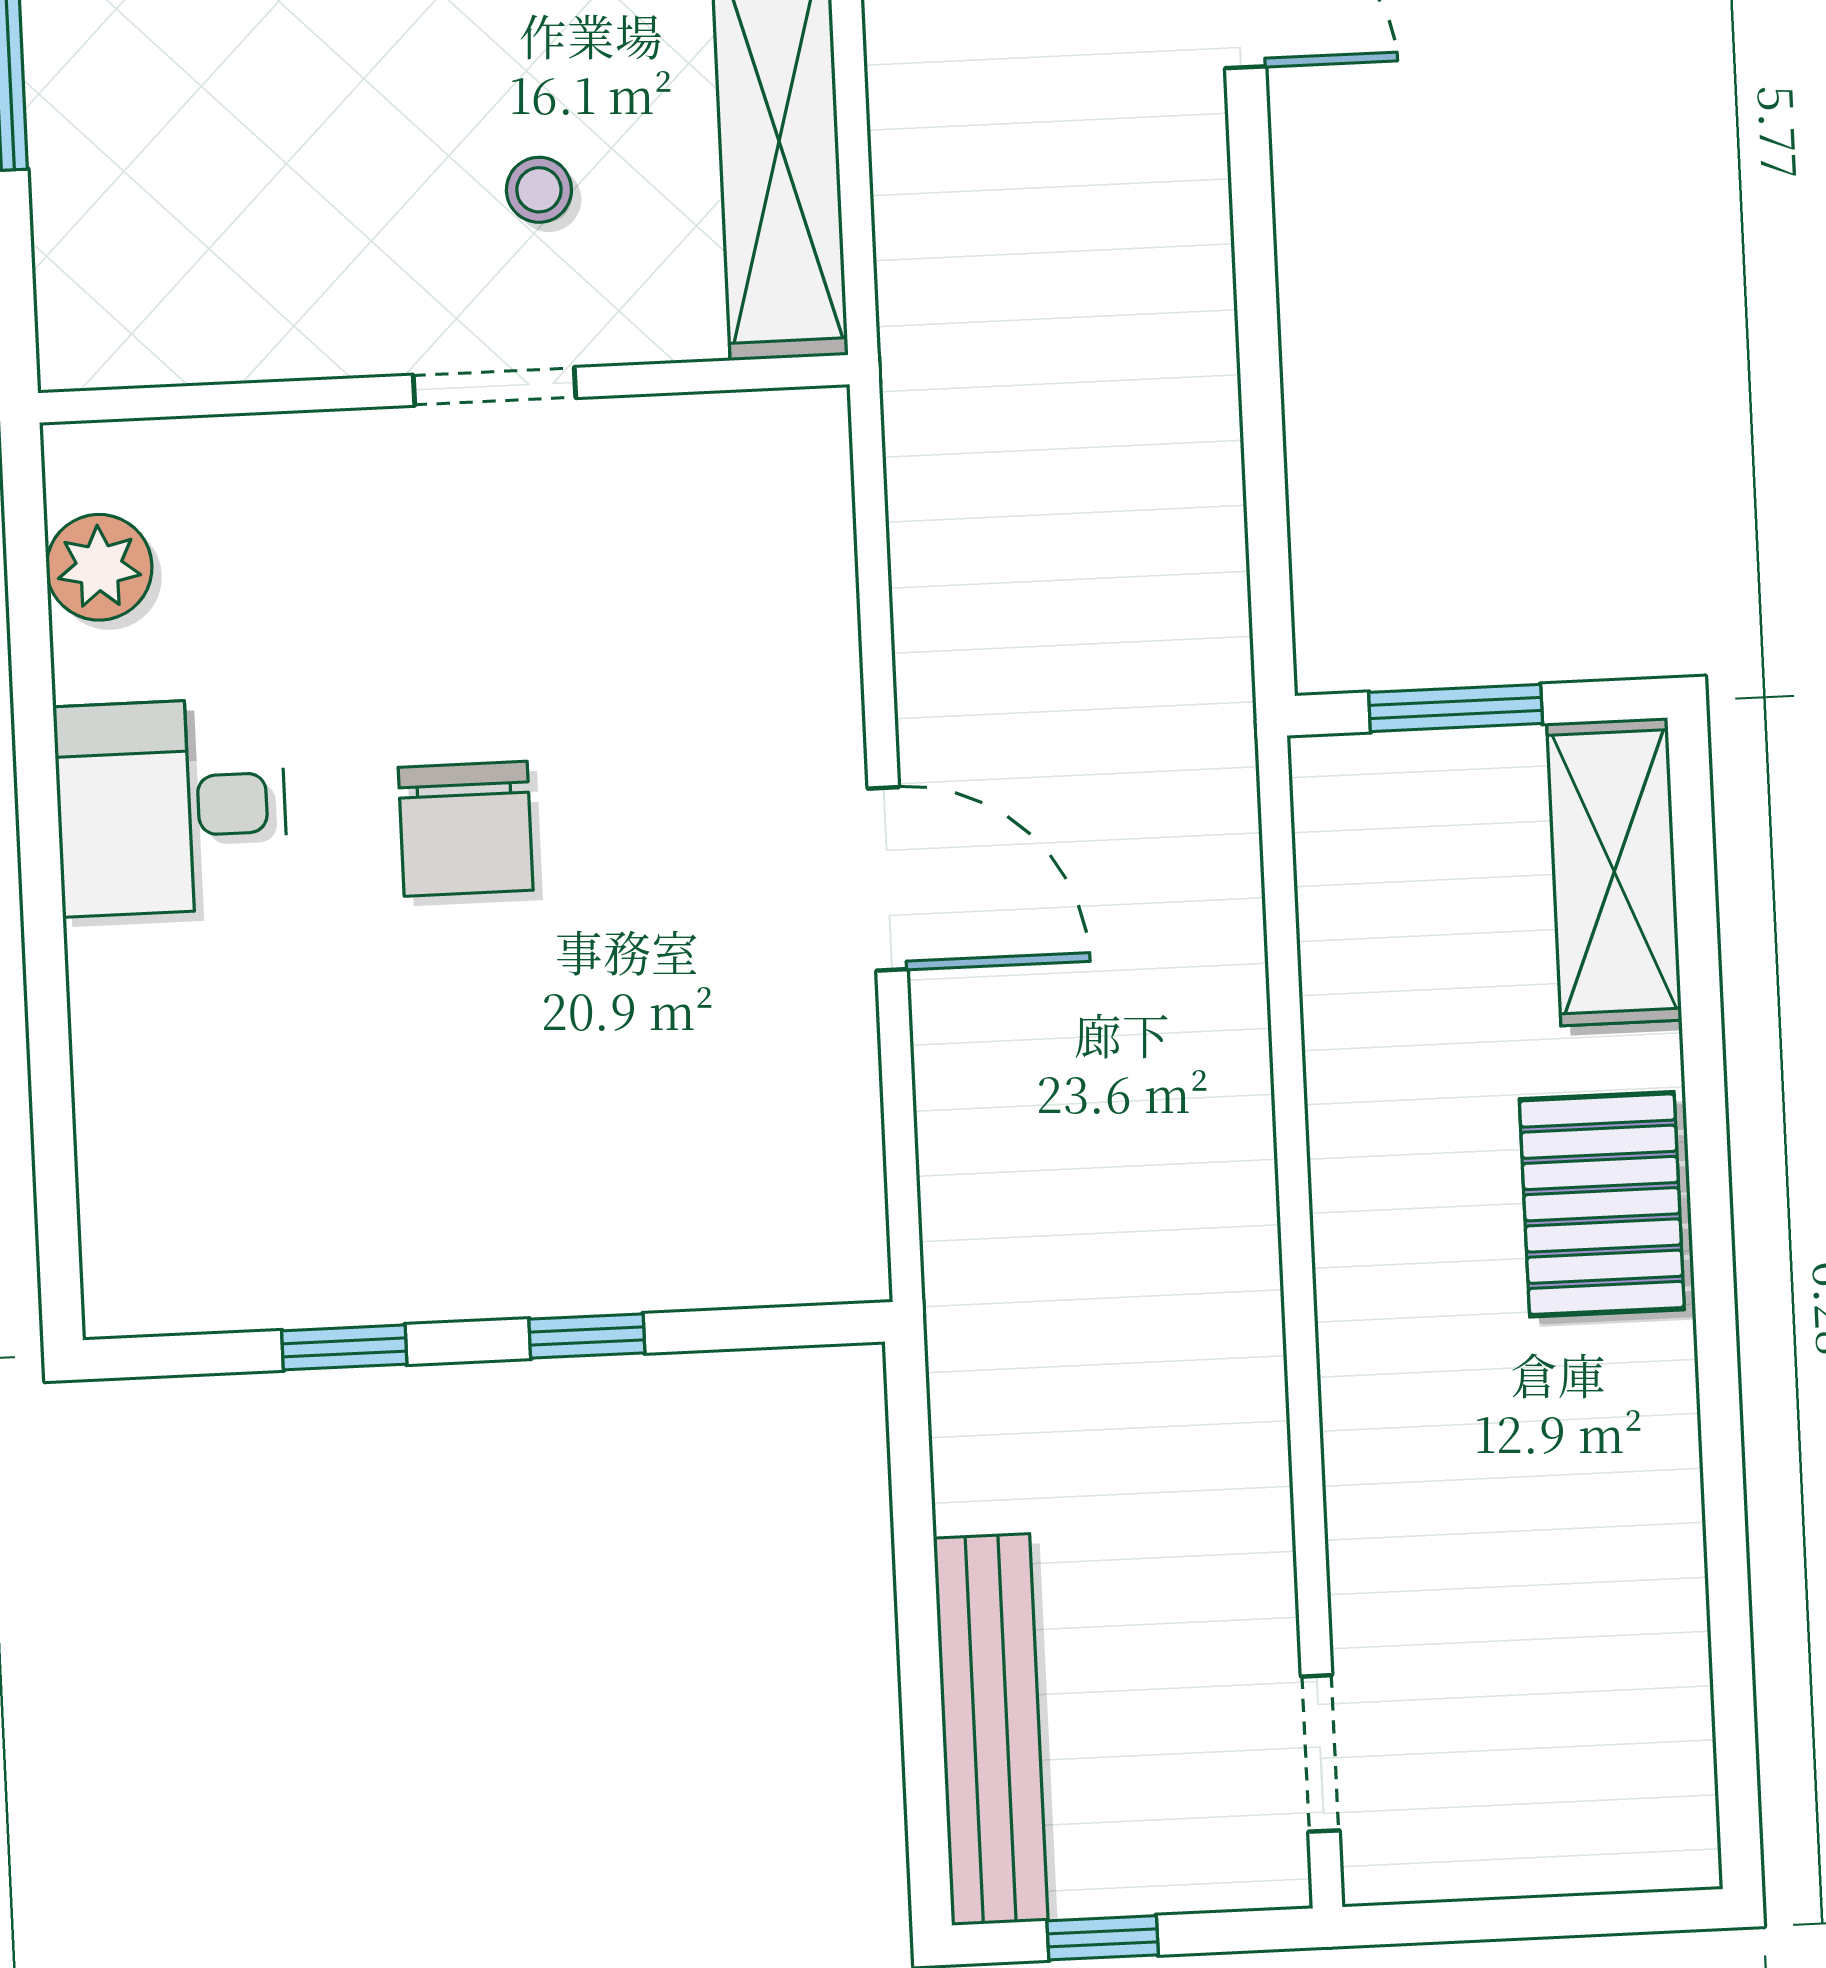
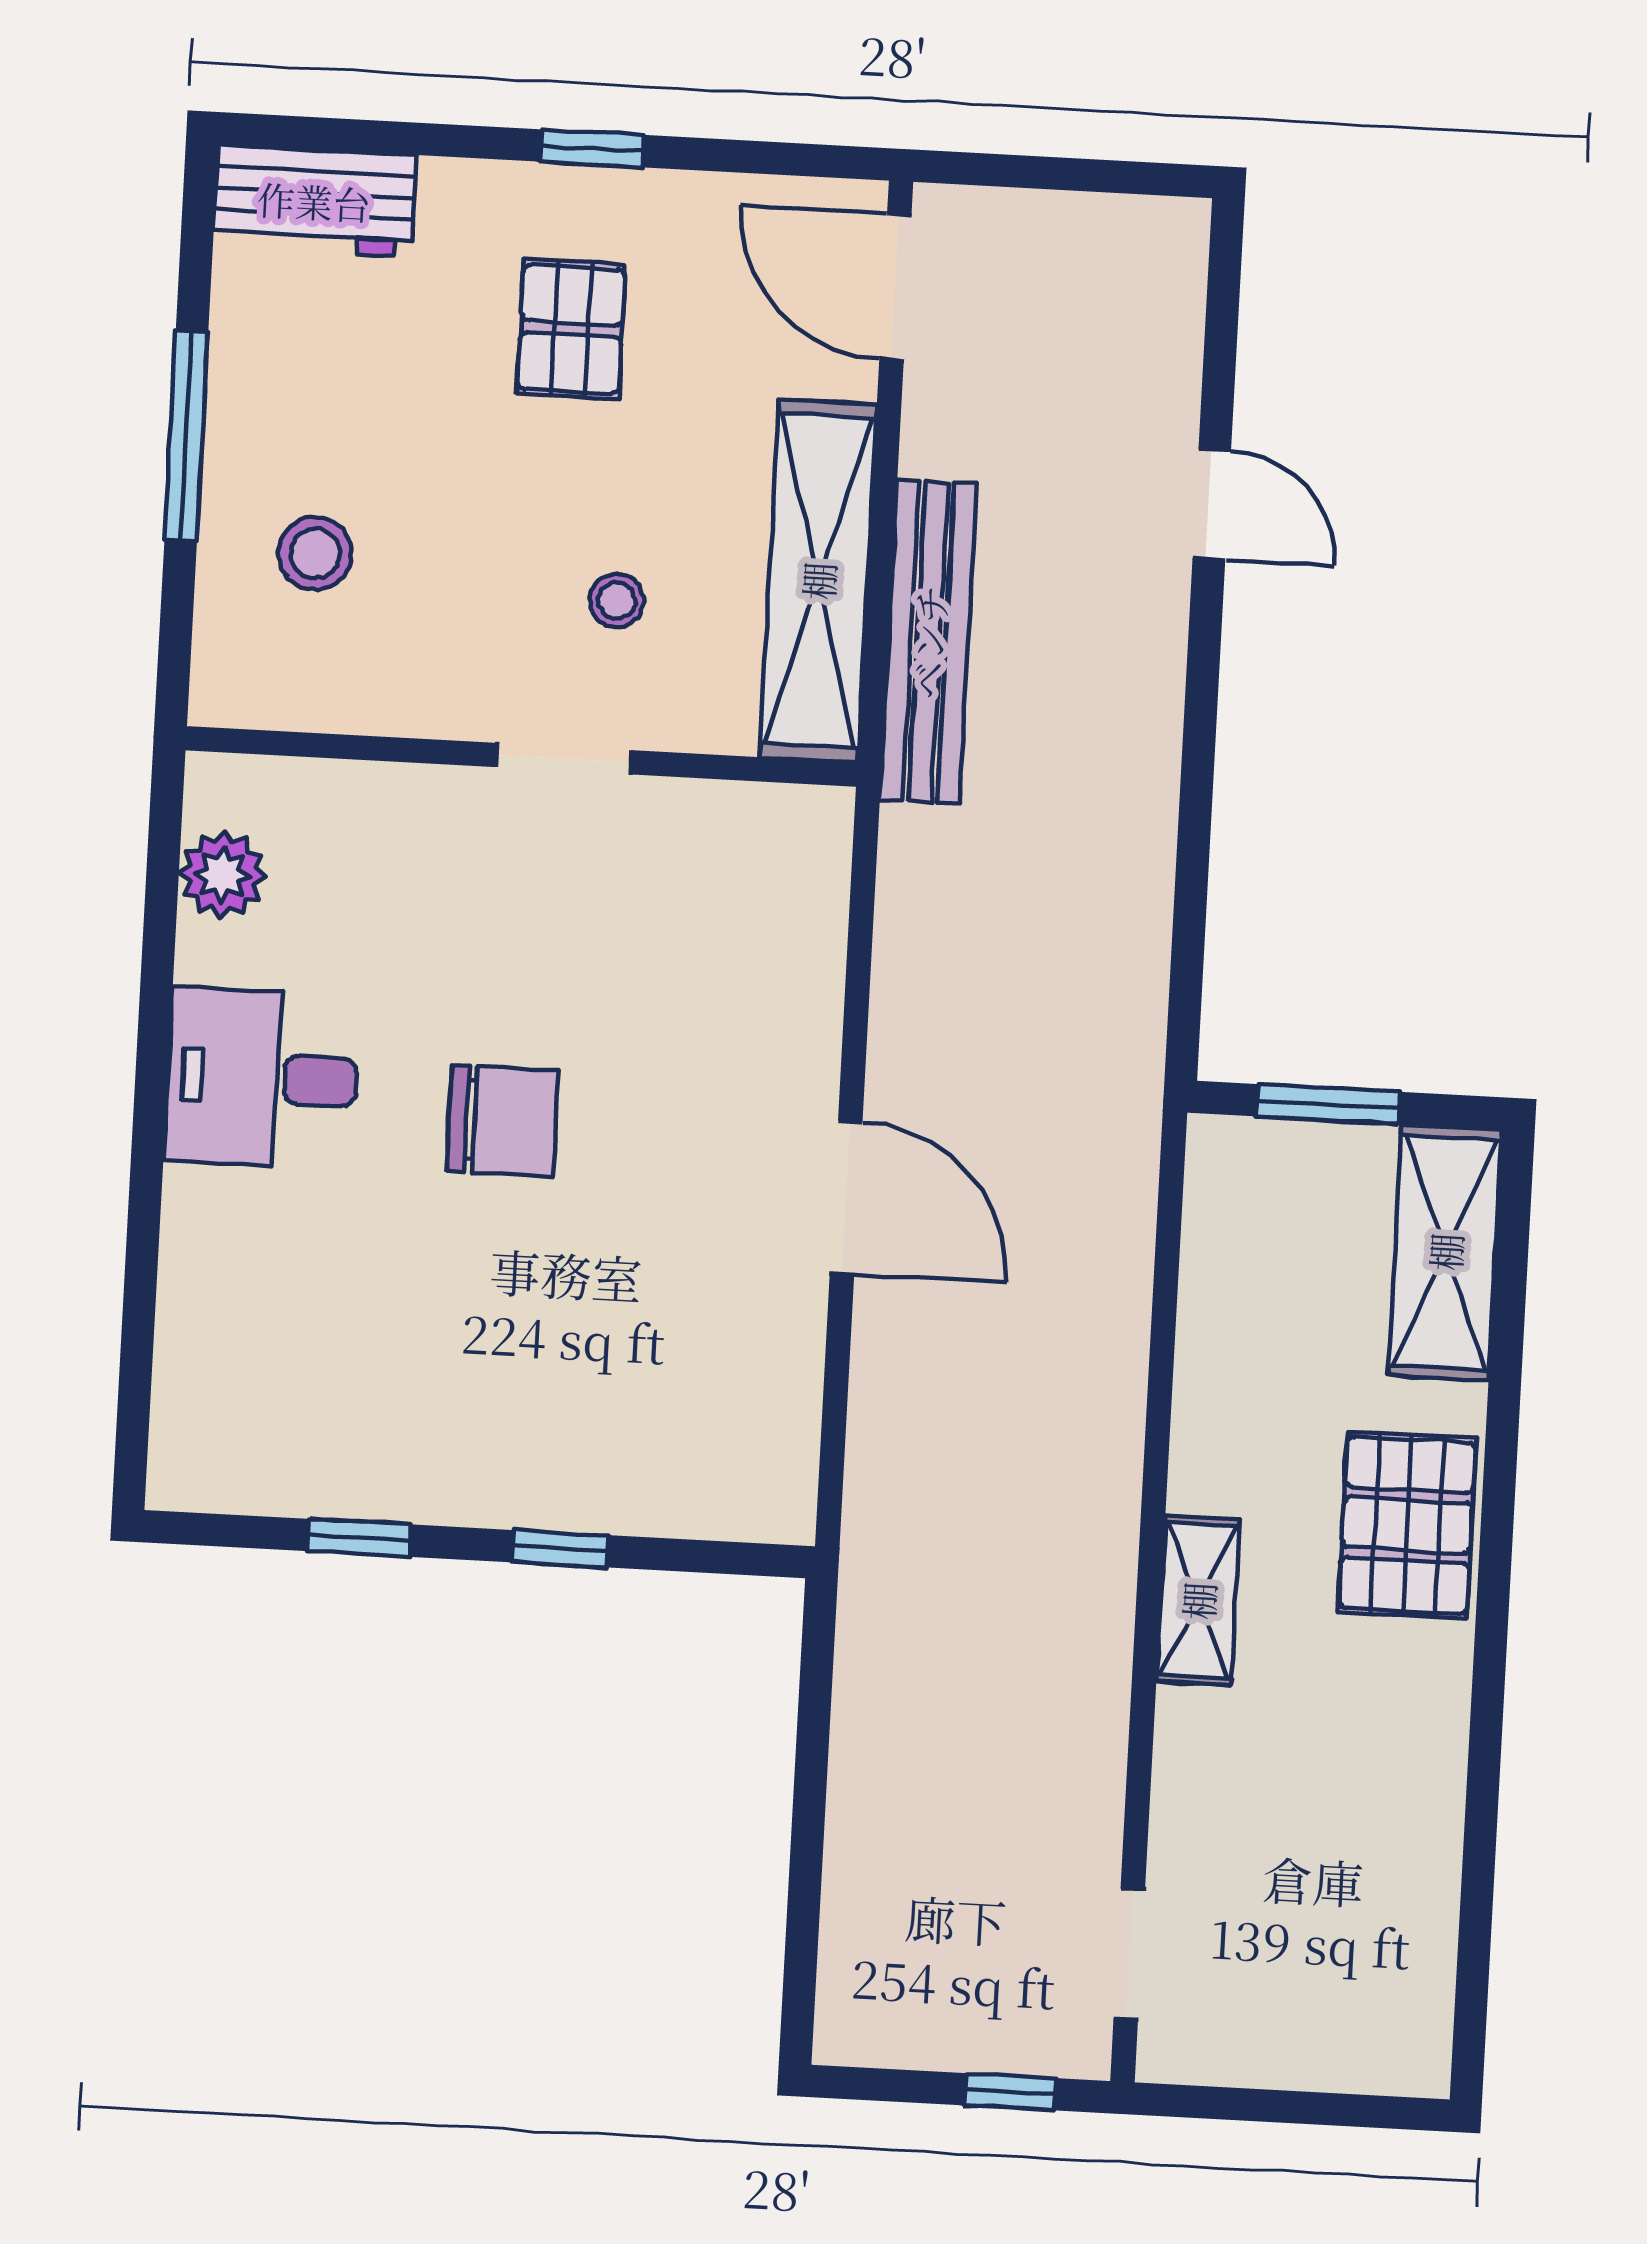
stool: (171, 170) -> (315, 553), added
chair: (466, 829) -> (503, 1121), turned -90
shelving: (1360, 1320) -> (1198, 1601), added
bench: (991, 1730) -> (928, 642), moved
window: (1103, 1938) -> (1010, 2092), moved

